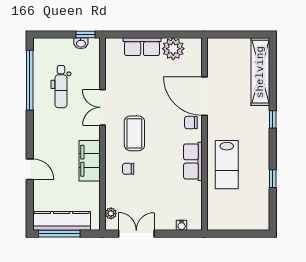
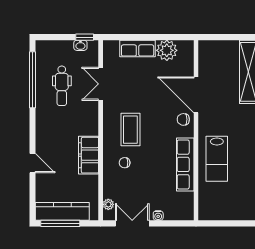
double door: (103, 107) -> (101, 84), moved
row of seats: (193, 161) -> (185, 164), width x1.48
water cooler: (182, 225) -> (158, 216), moved

